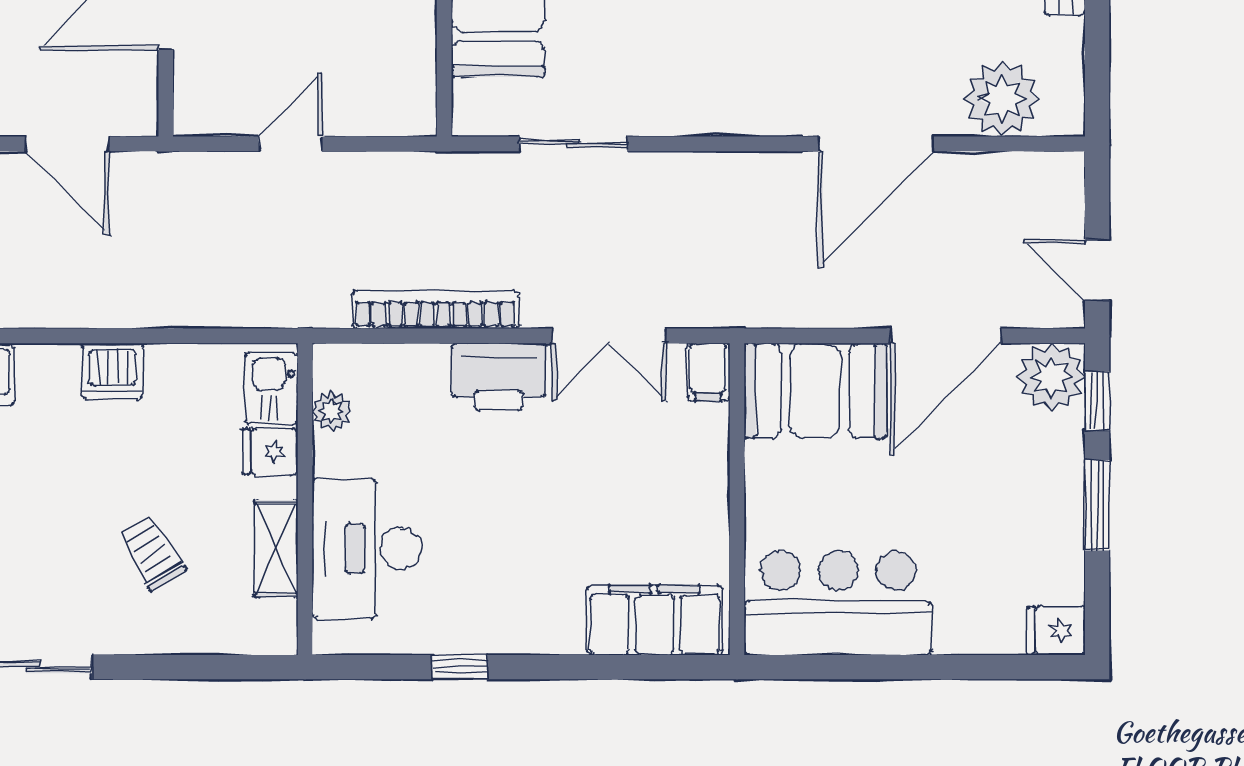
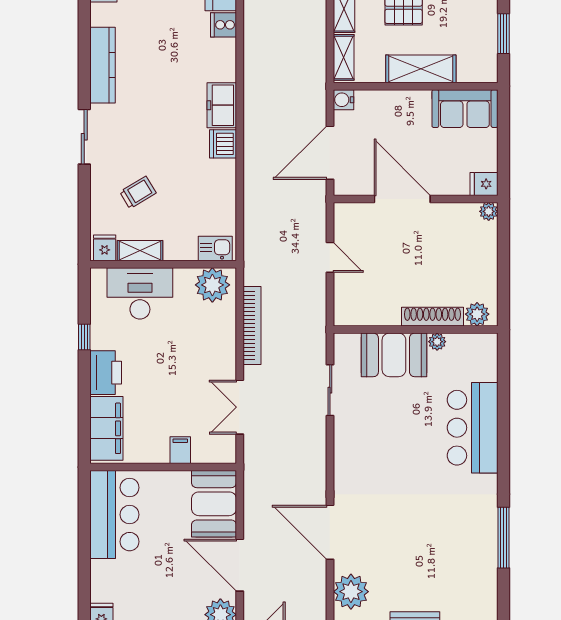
door: (67, 144) -> (330, 153), width x1.36
dishwasher: (113, 372) -> (223, 144), moved
filing cabinet: (708, 372) -> (180, 450), moved, turned 90
printer: (499, 377) -> (106, 373), moved, turned 180
plant: (332, 411) -> (212, 285), width x1.88, depth x1.88
fridge: (270, 451) -> (105, 248), moved

